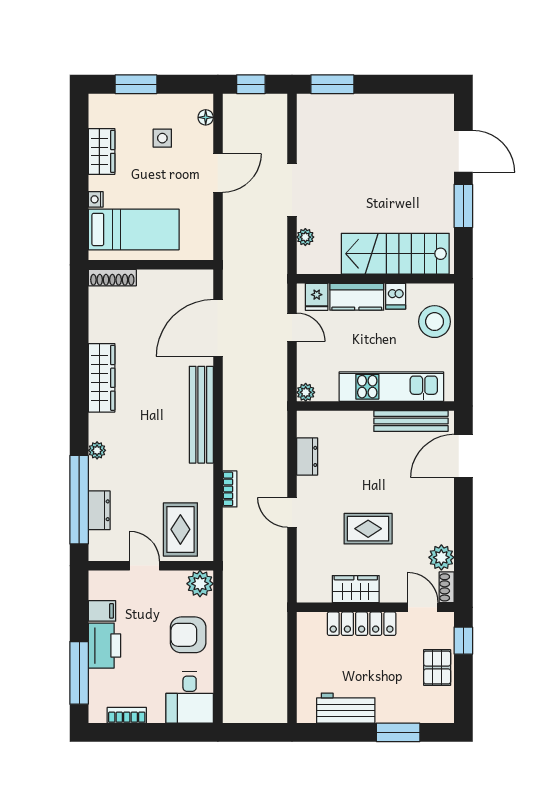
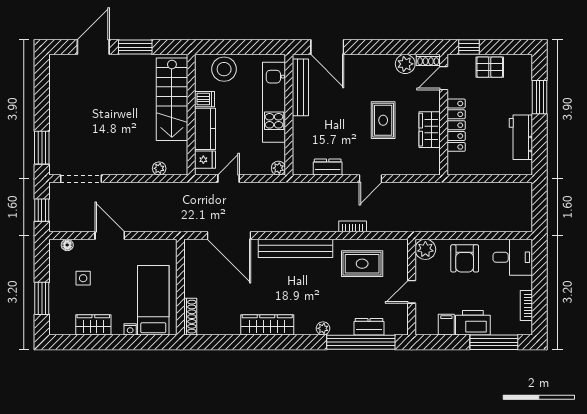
doorway: (292, 190) -> (81, 179), moved
rug: (180, 529) -> (362, 264), moved

